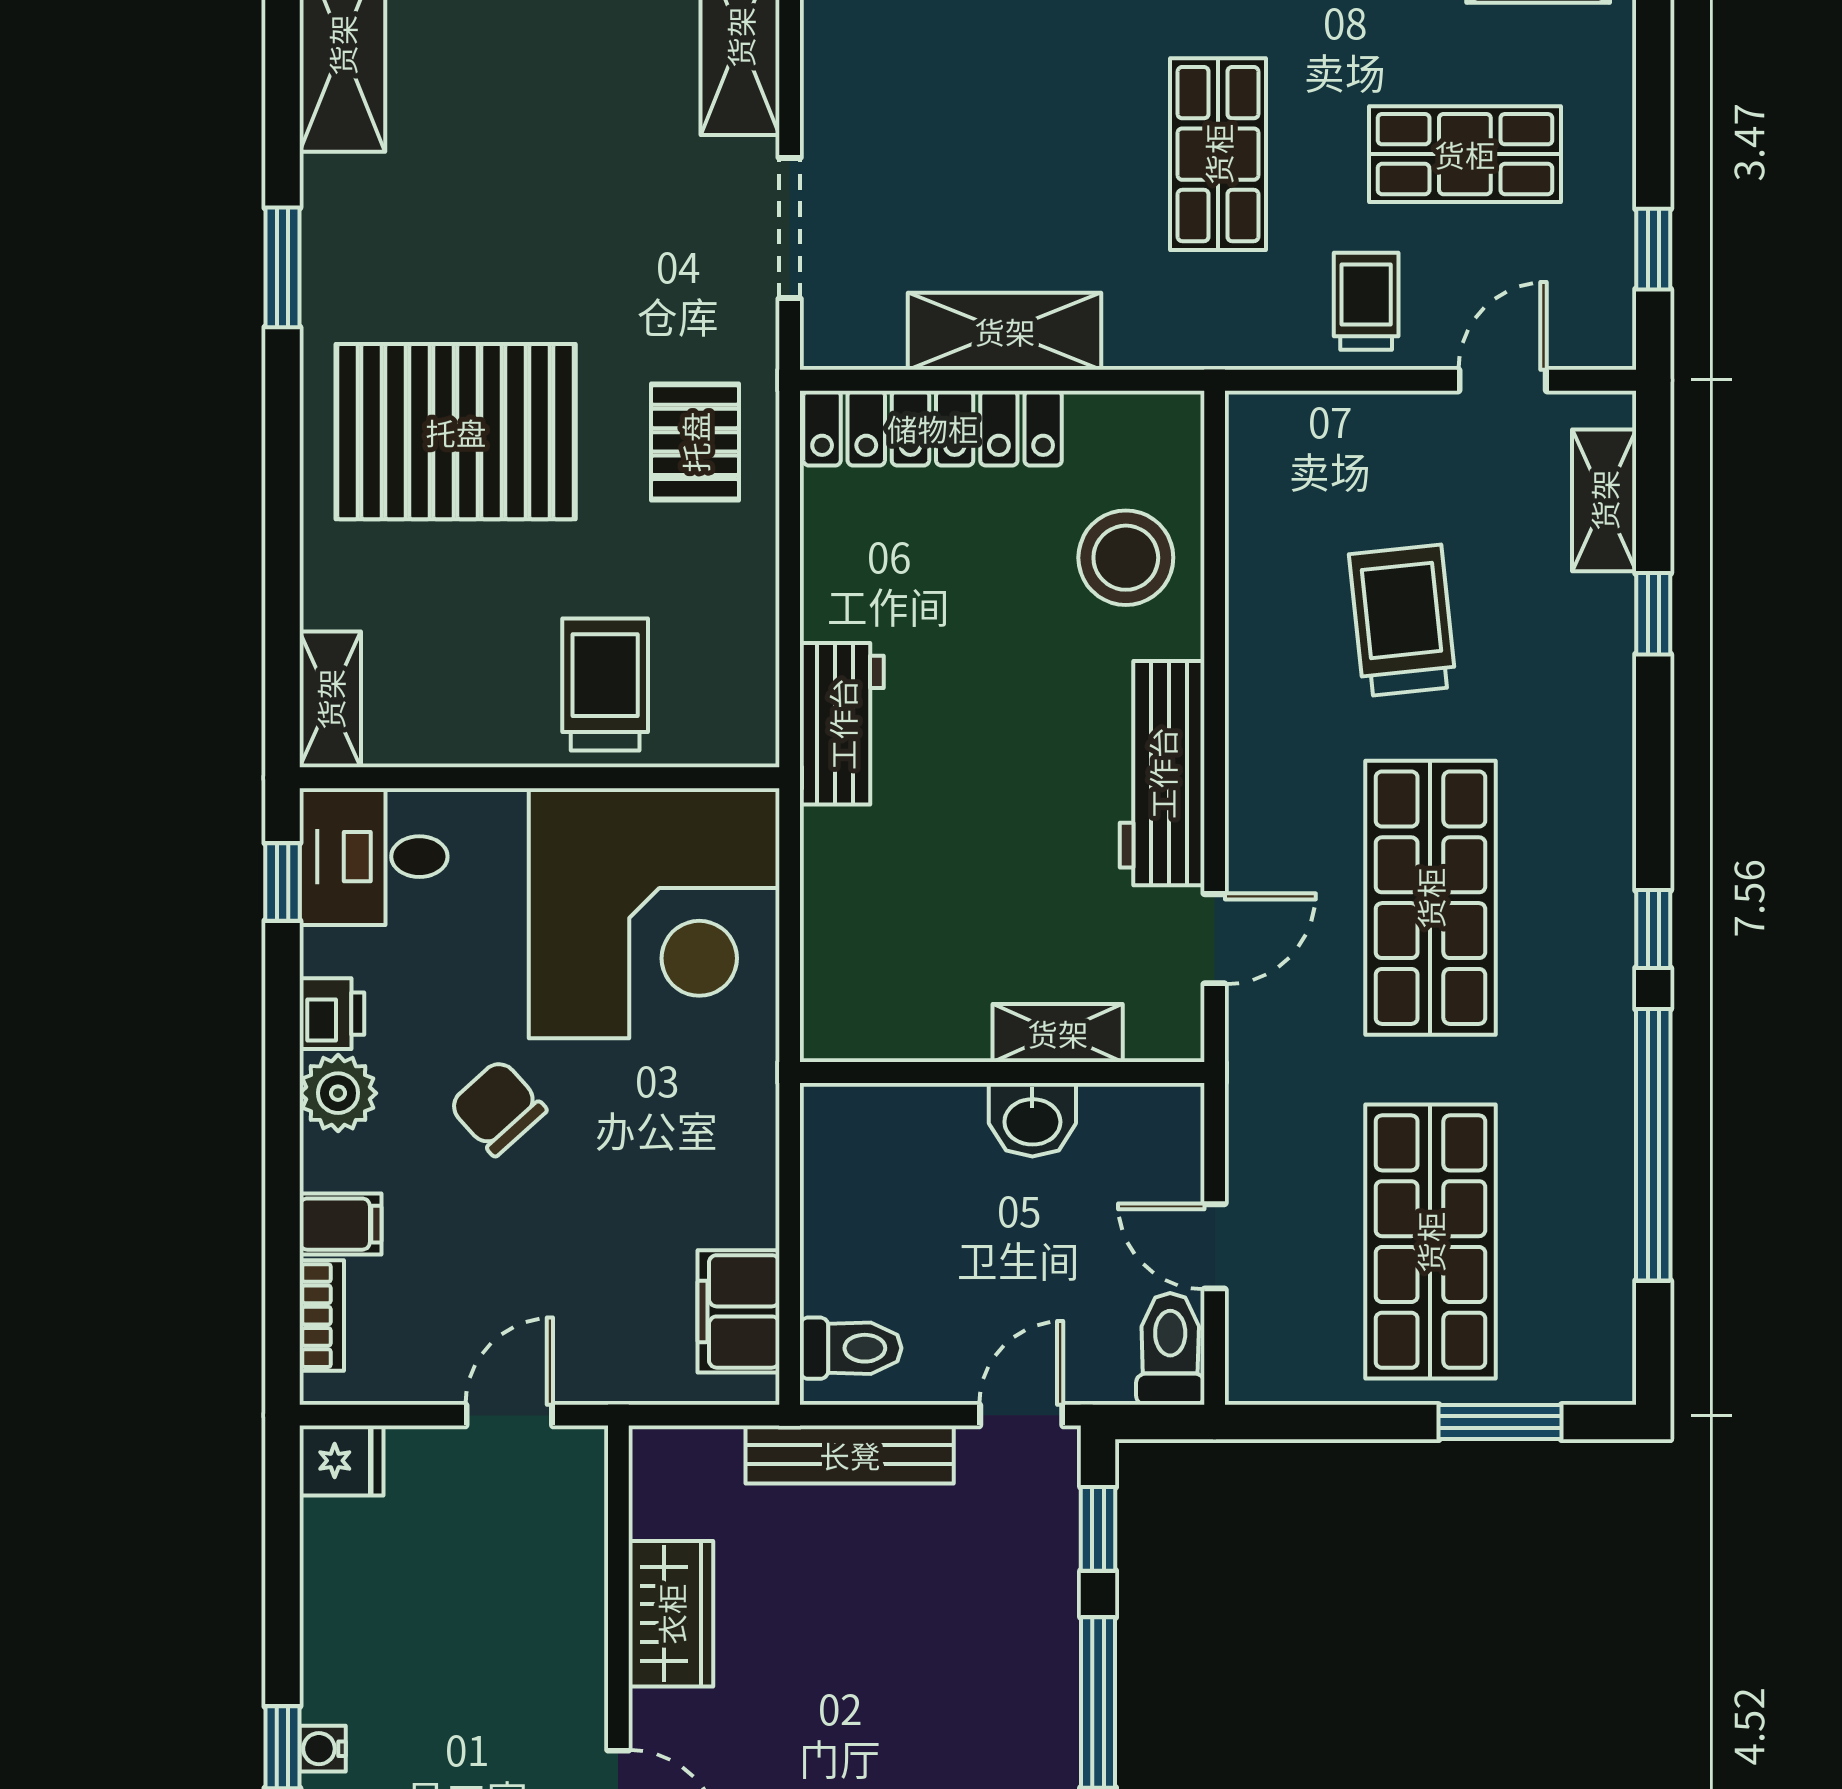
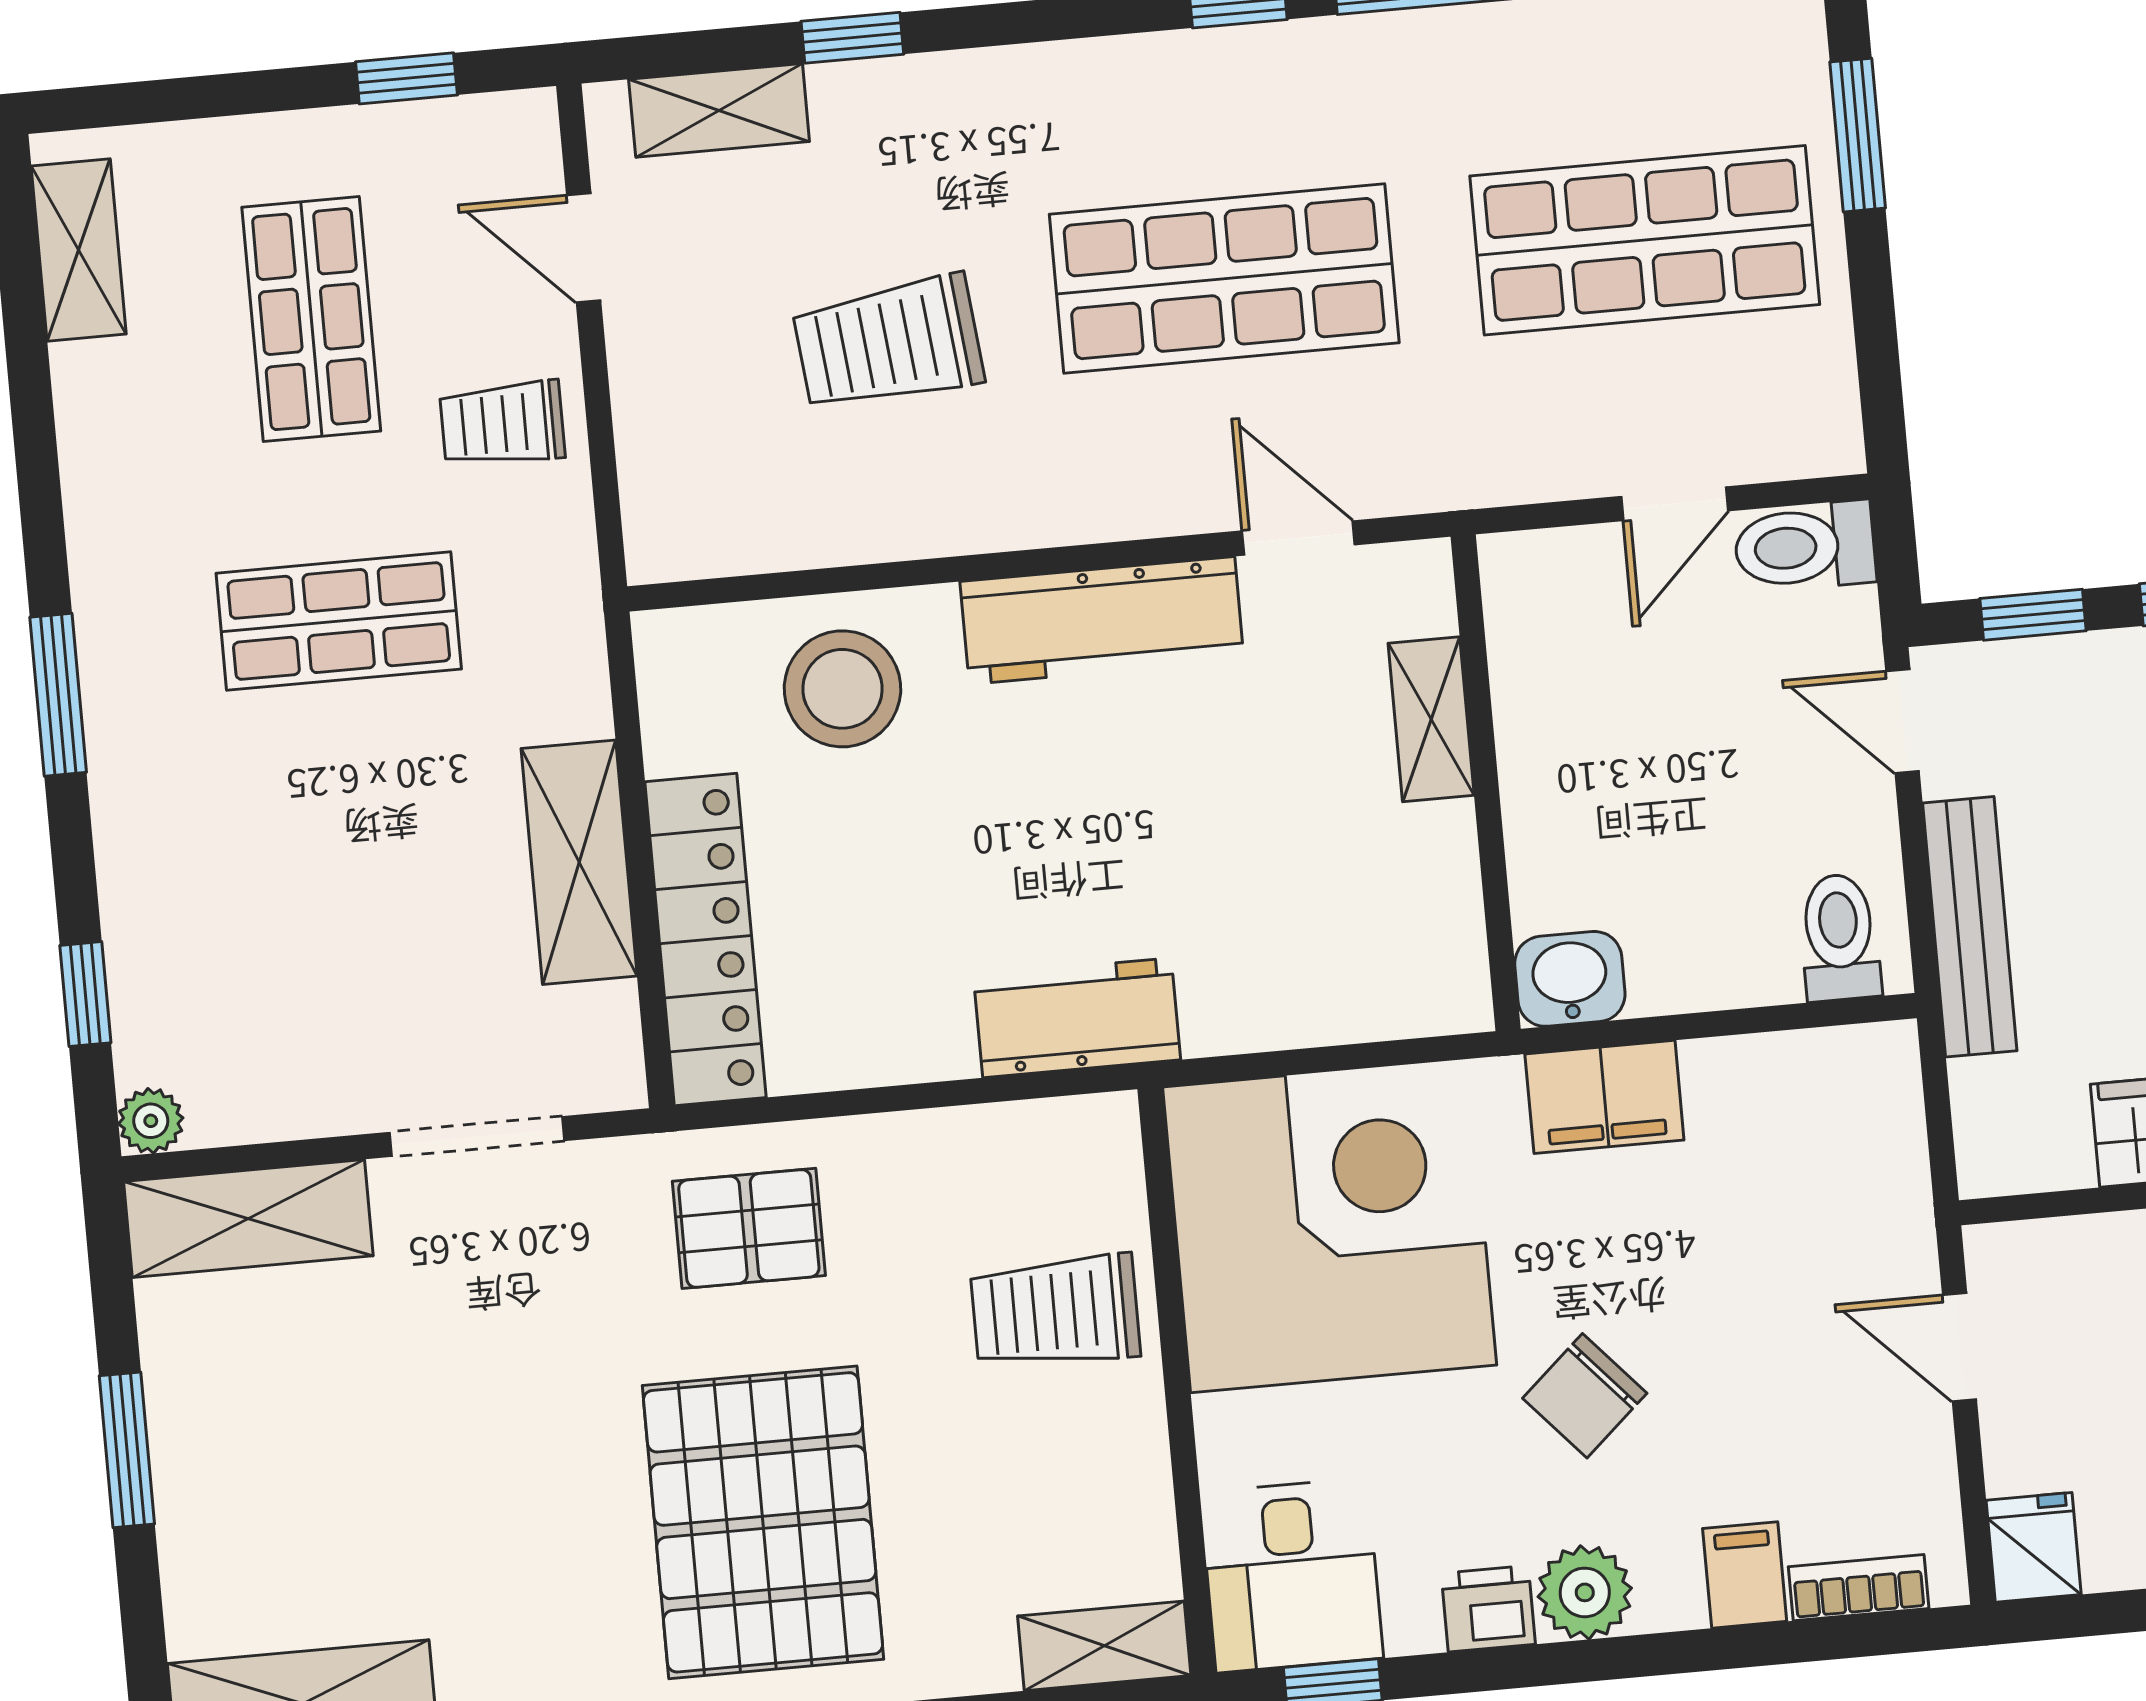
washbasin: (1032, 1120) -> (1570, 979), moved, turned -90
filing cabinet: (738, 1311) -> (1604, 1097), moved

